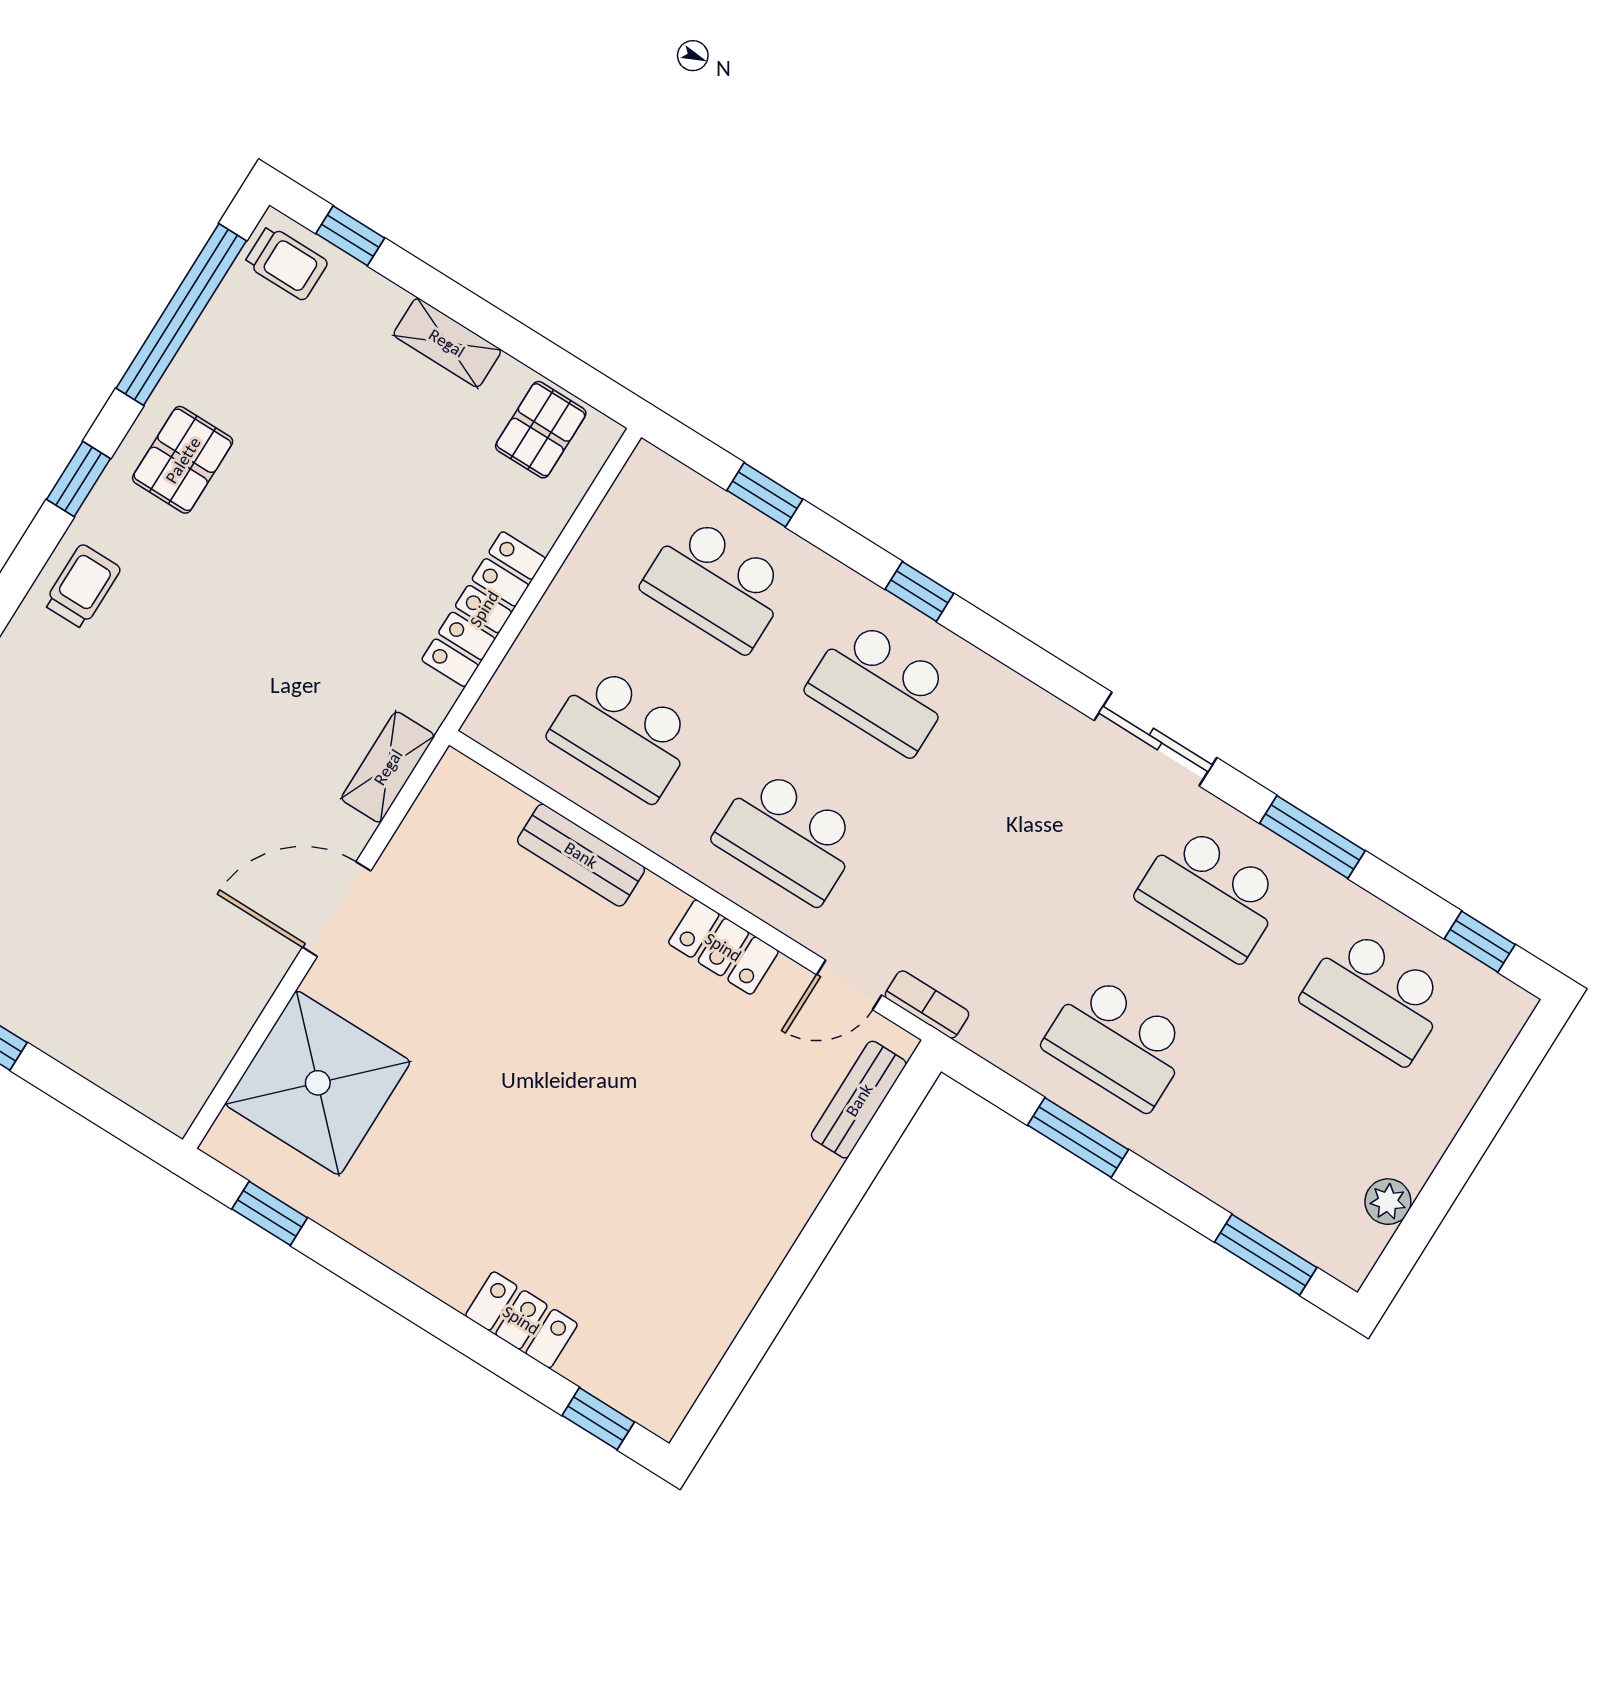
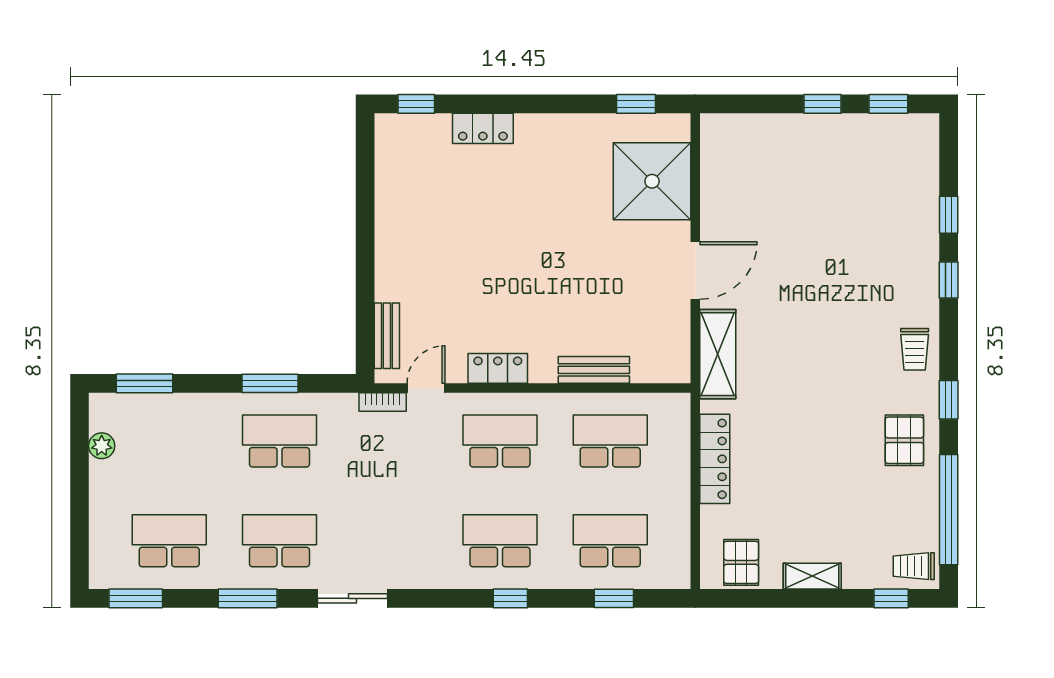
shelving: (388, 767) -> (718, 354), width x1.50, depth x1.33
window: (1480, 942) -> (136, 598), width x1.50

